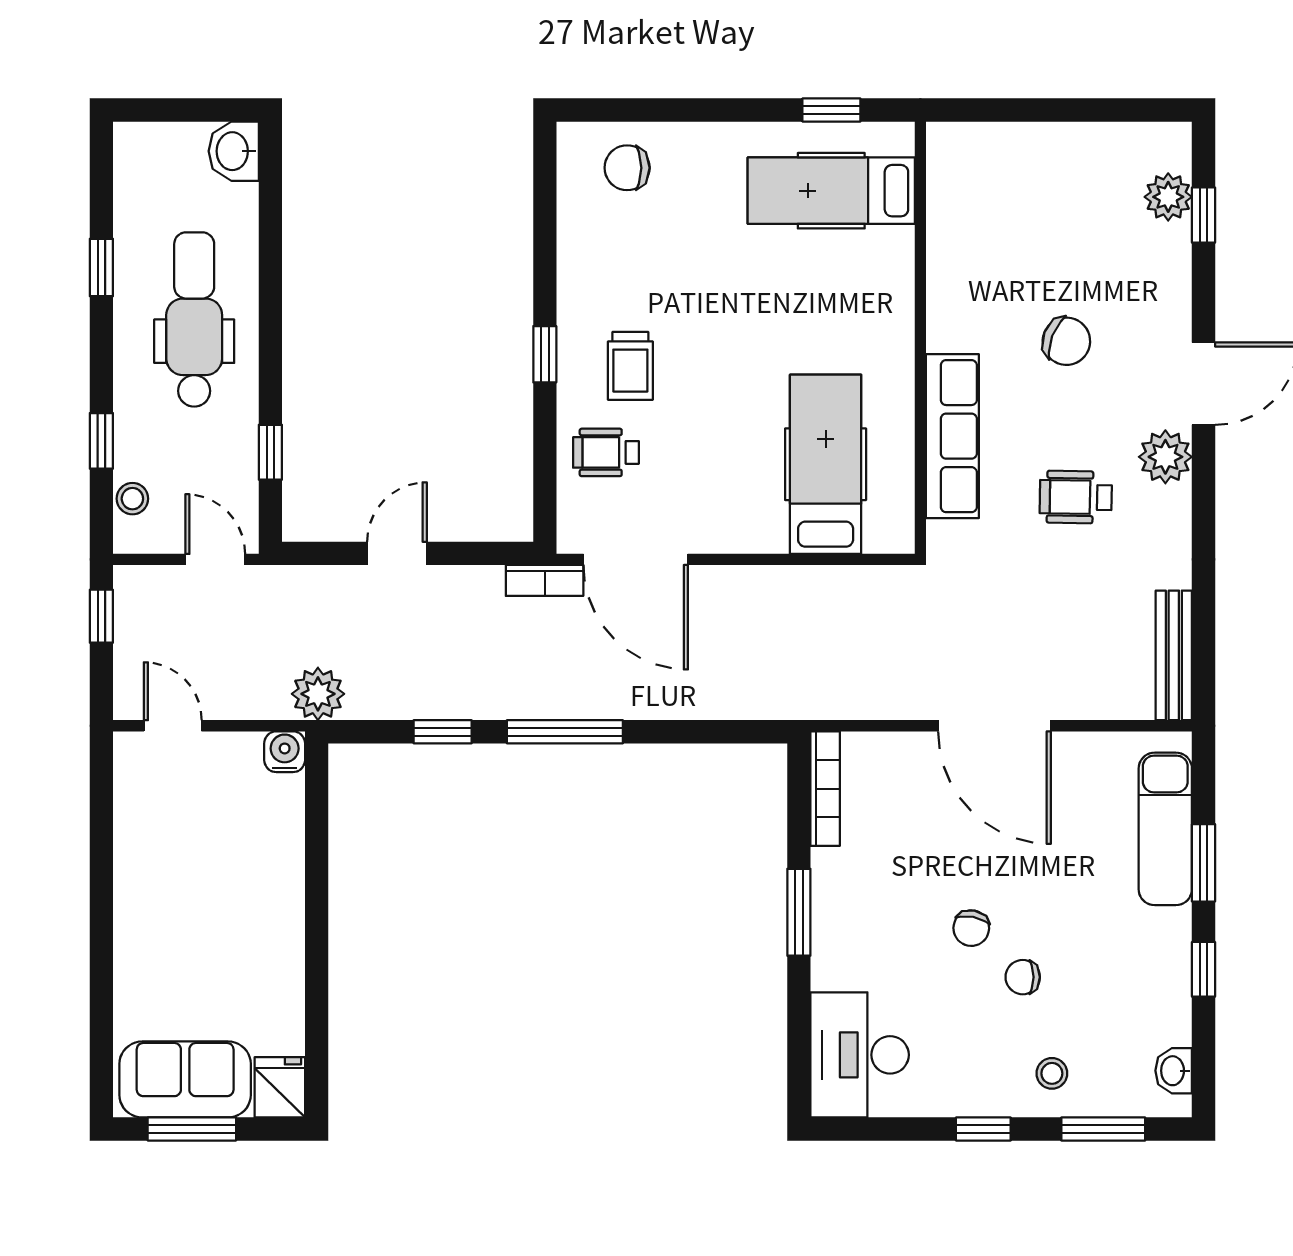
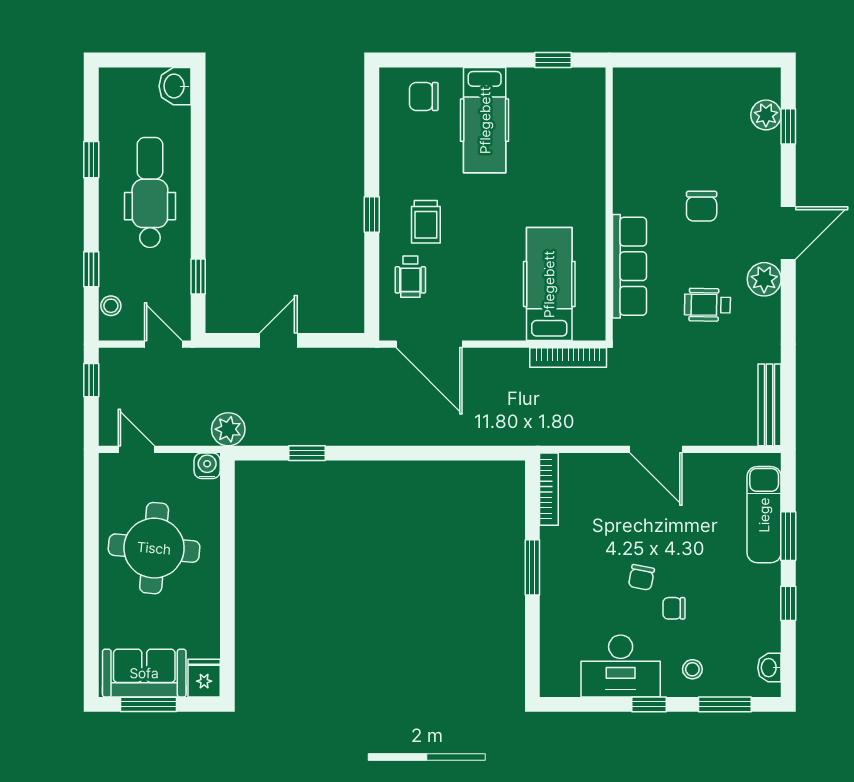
hospital bed: (831, 191) -> (485, 120), moved, turned -90
chair: (1066, 341) -> (702, 206), turned 69
wheelchair: (606, 452) -> (410, 277), turned -90
bookcase: (545, 580) -> (568, 358), moved, width x1.56
door: (994, 726) -> (656, 449), width x0.73
window: (565, 732) -> (384, 453), removed
round table: (201, 882) -> (154, 548), added
desk: (860, 1055) -> (621, 666), moved, turned -90

